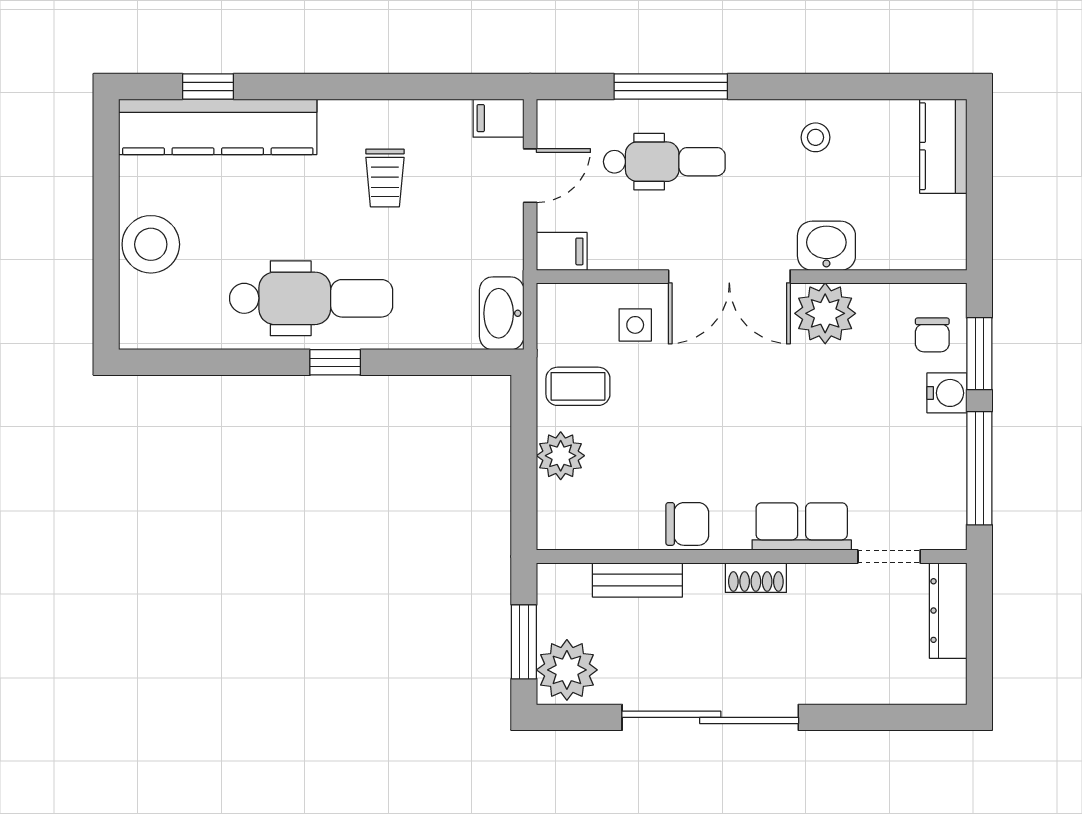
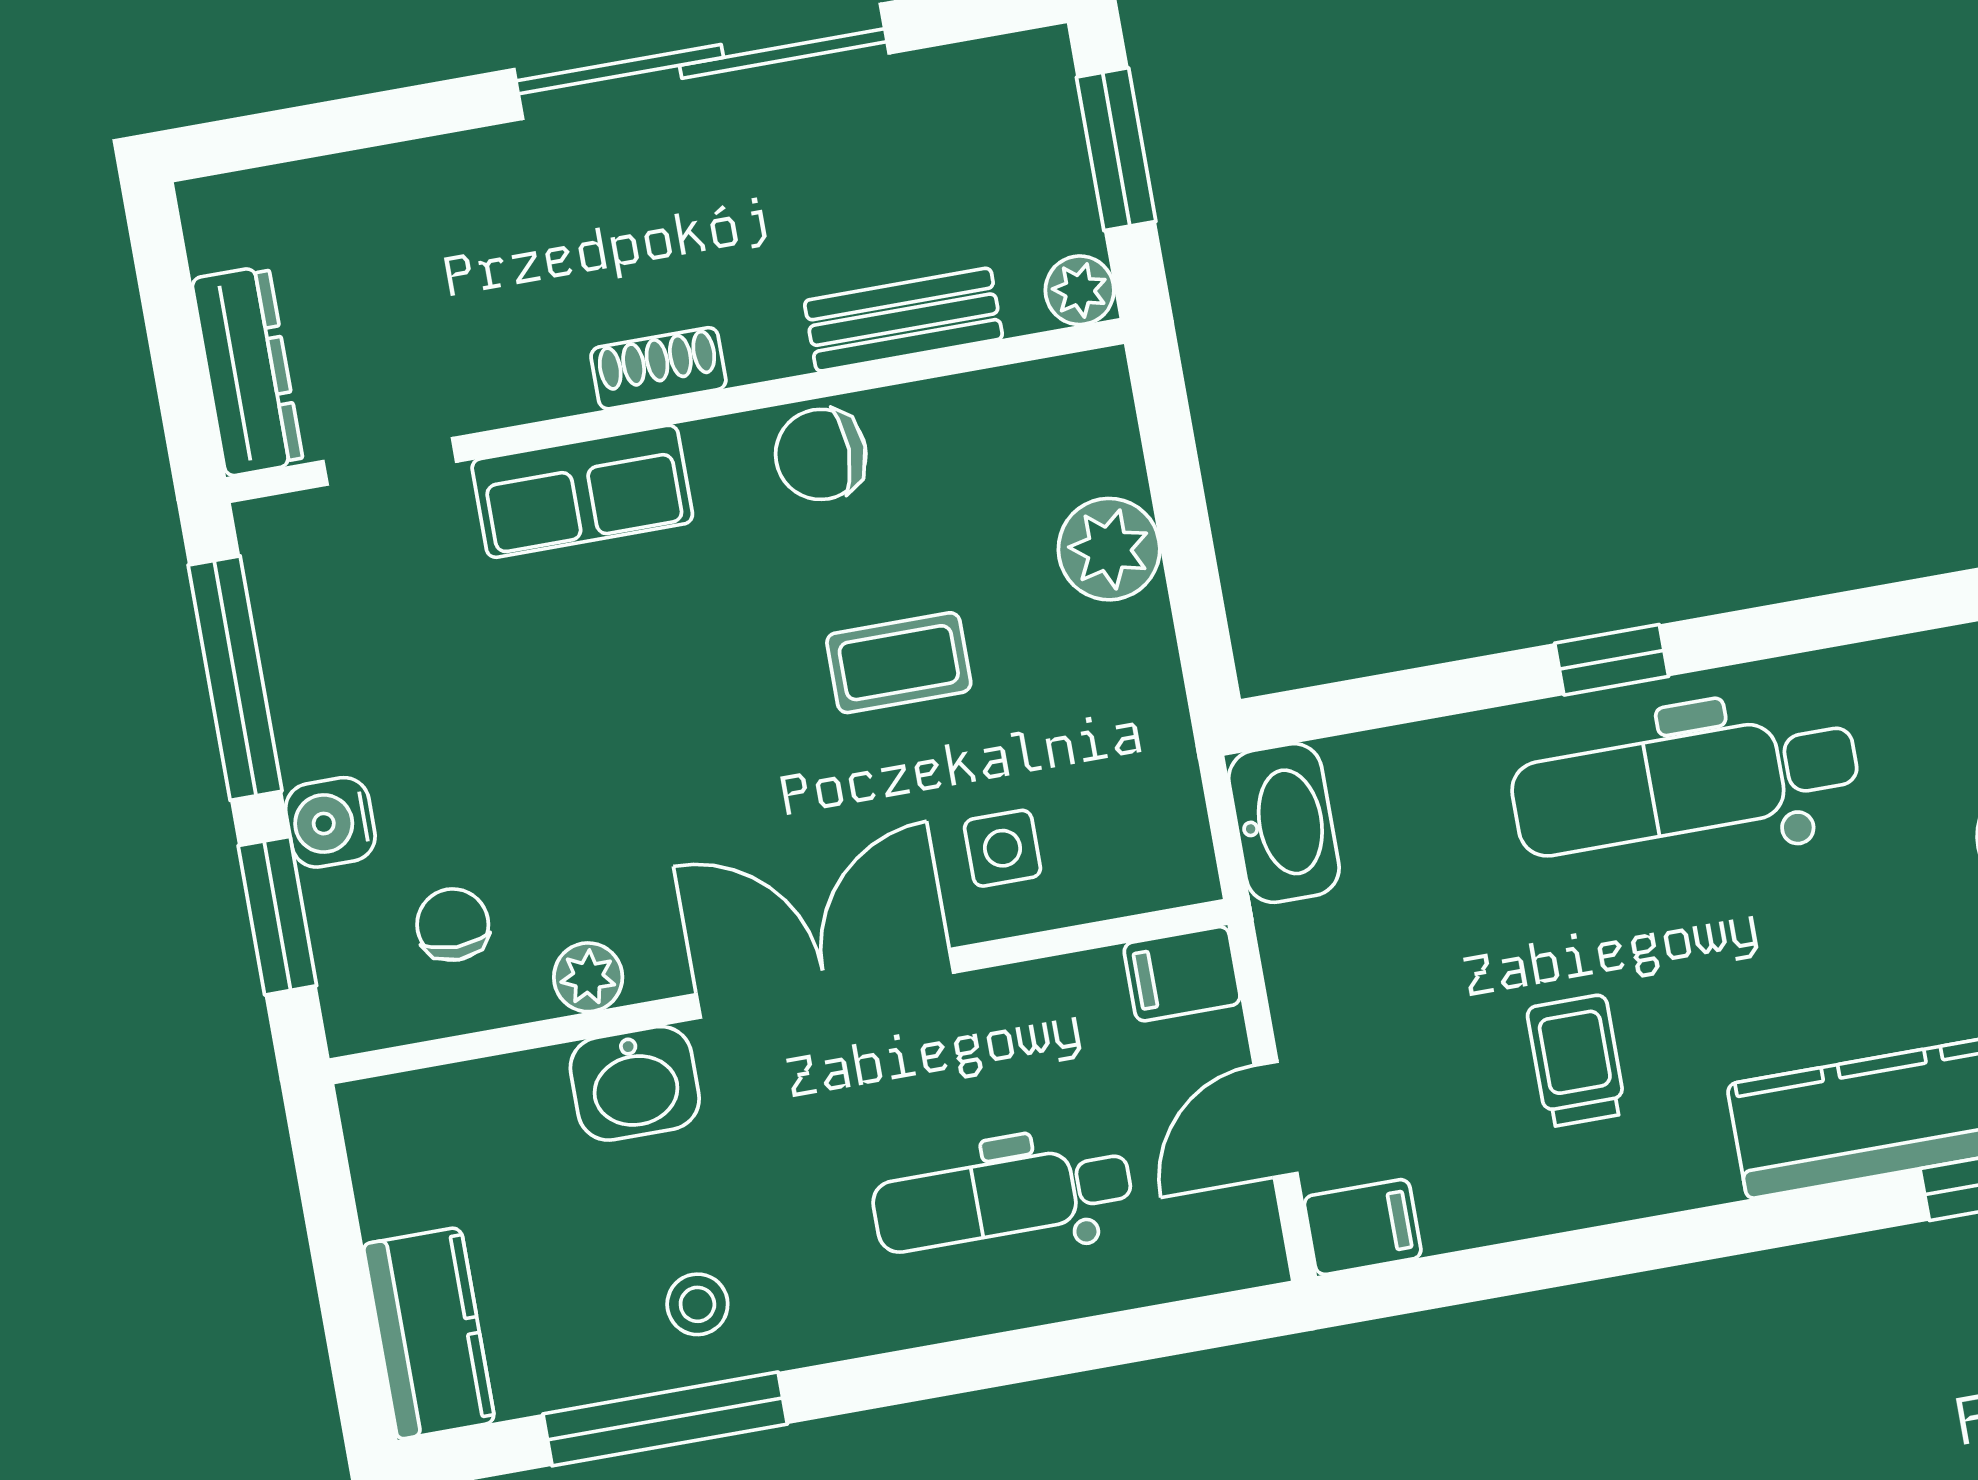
window: (671, 87) -> (665, 1419), moved
plant: (825, 313) -> (588, 977), width x0.53, depth x0.53
chair: (932, 335) -> (453, 925), moved
coffee table: (578, 386) -> (899, 663), moved
plant: (567, 670) -> (1080, 290), moved, width x0.53, depth x0.53

